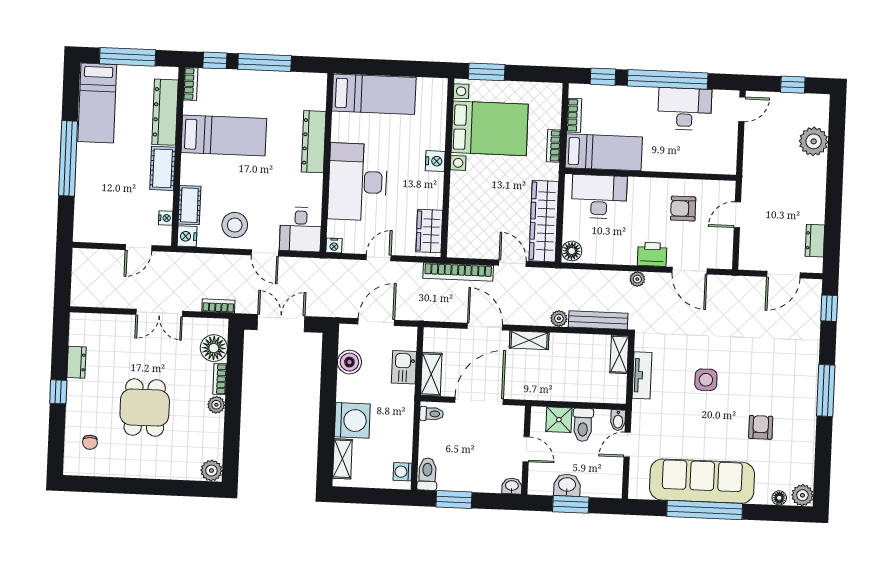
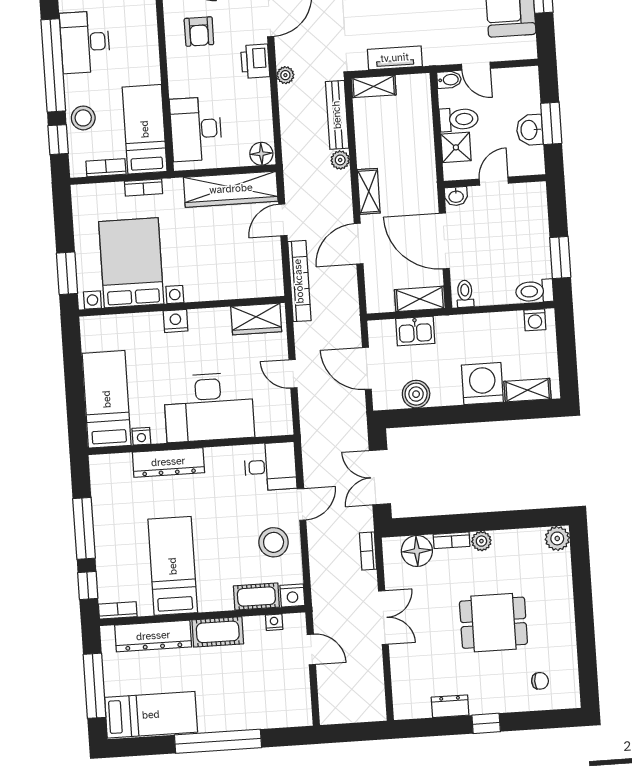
stool: (619, 100) -> (83, 118), added
nightstand: (334, 245) -> (141, 436), moved, turned 90
washbasin: (512, 486) -> (456, 196), moved, turned -90

